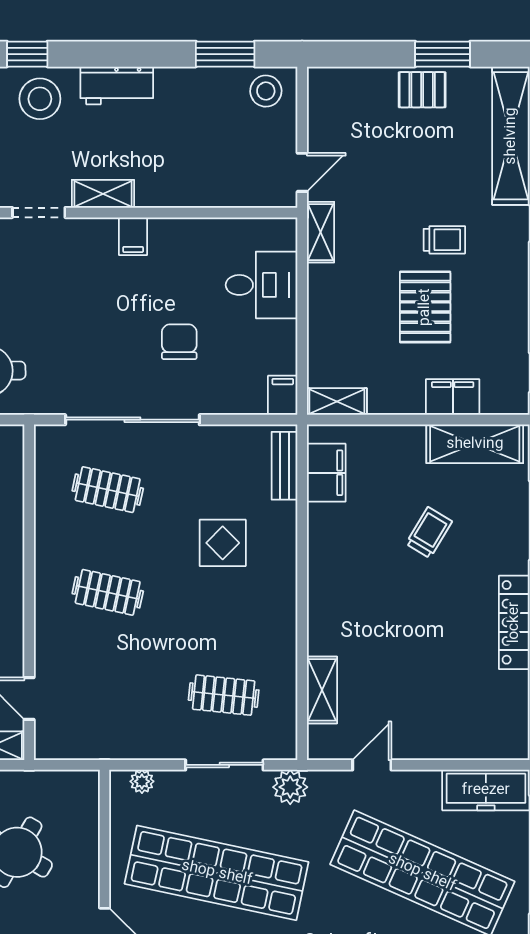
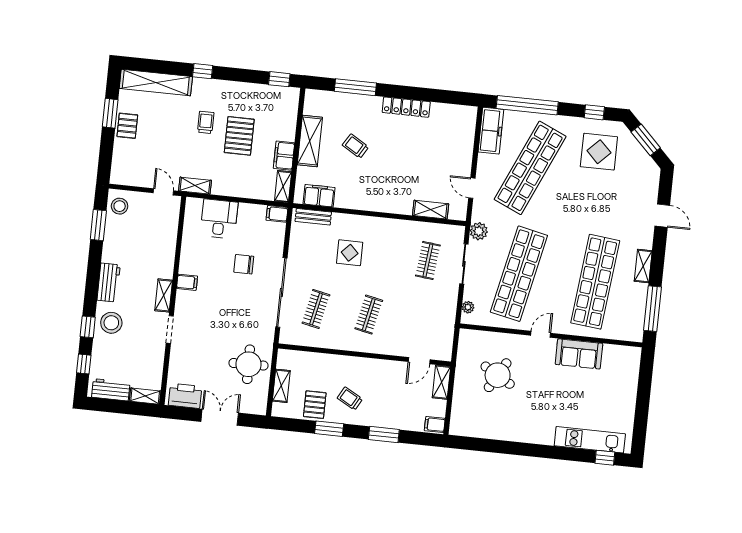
pallet: (425, 307) -> (239, 136), turned 90
filing cabinet: (453, 397) -> (284, 156), moved
shelving: (475, 444) -> (310, 141), moved

